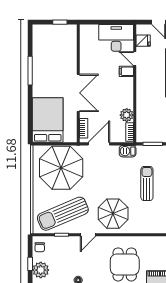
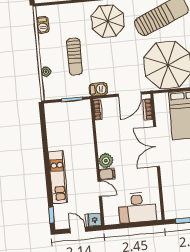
desk: (116, 38) -> (137, 208), moved
fridge: (143, 41) -> (93, 220), moved
plant: (127, 115) -> (106, 161), moved

